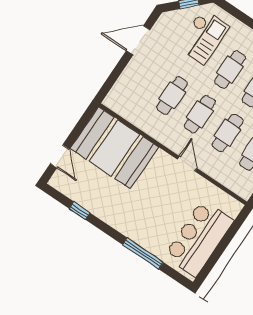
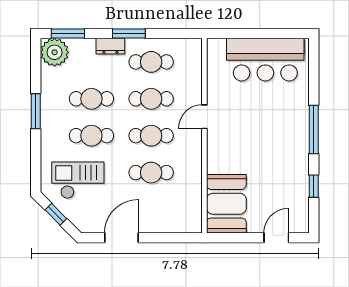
door: (138, 40) -> (121, 238), swing flipped
booth: (114, 148) -> (226, 204), width x0.73, depth x0.70
window: (143, 253) -> (314, 130), moved

